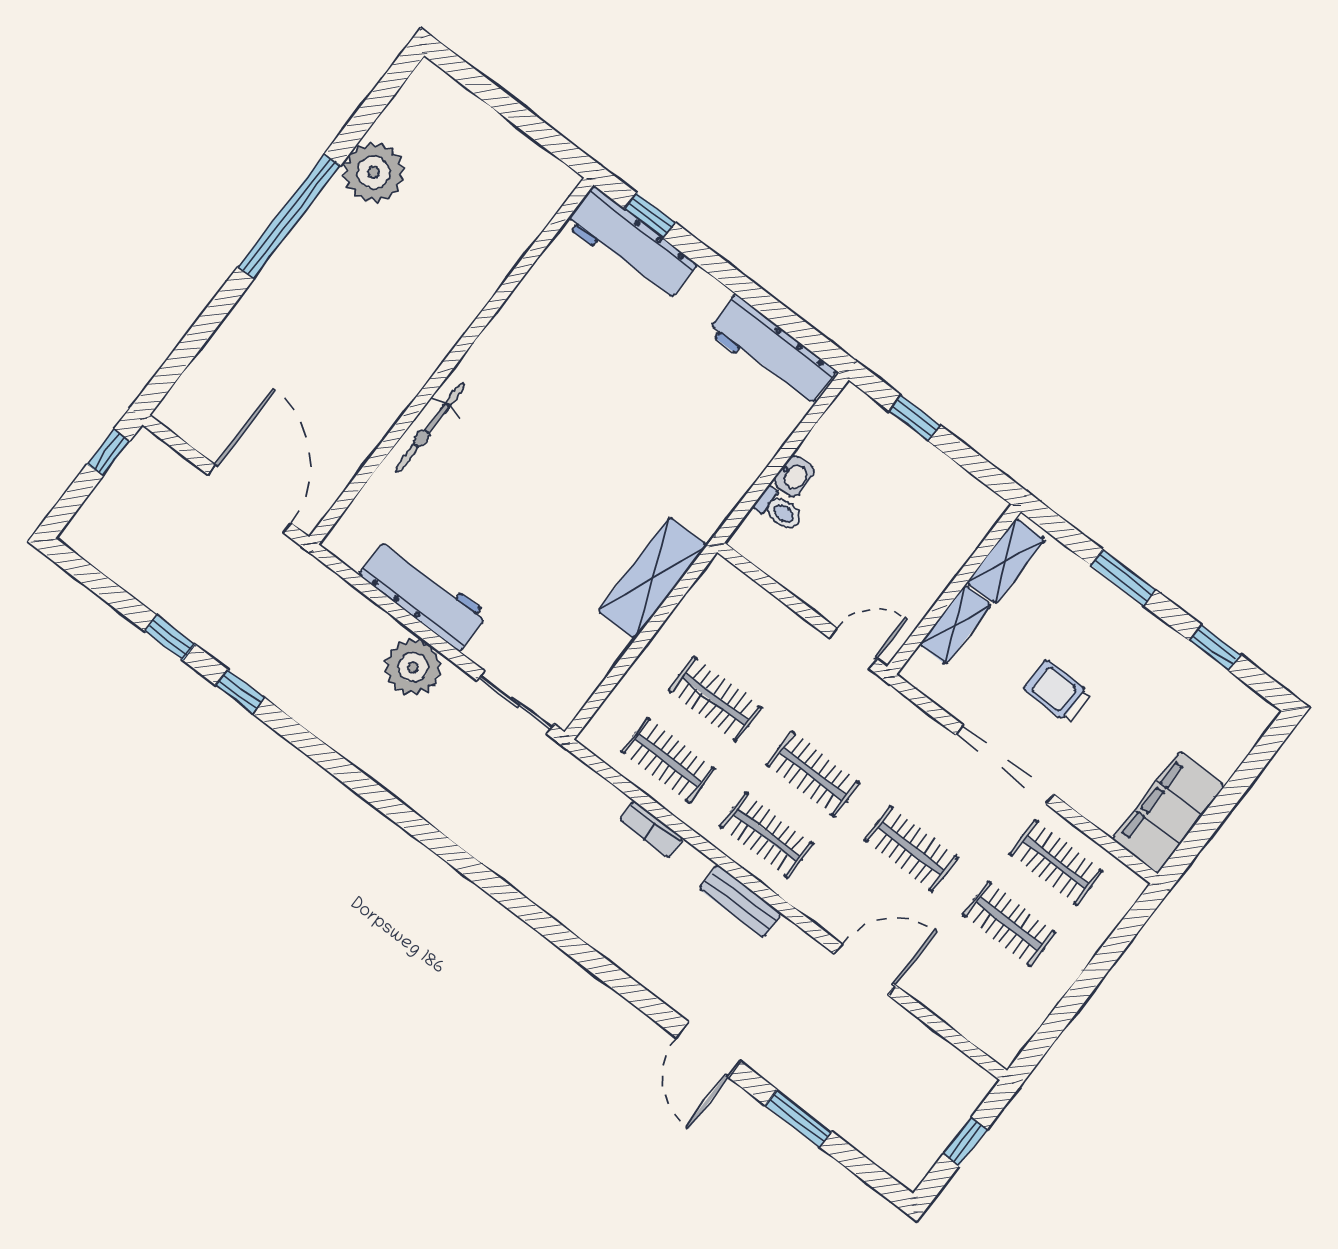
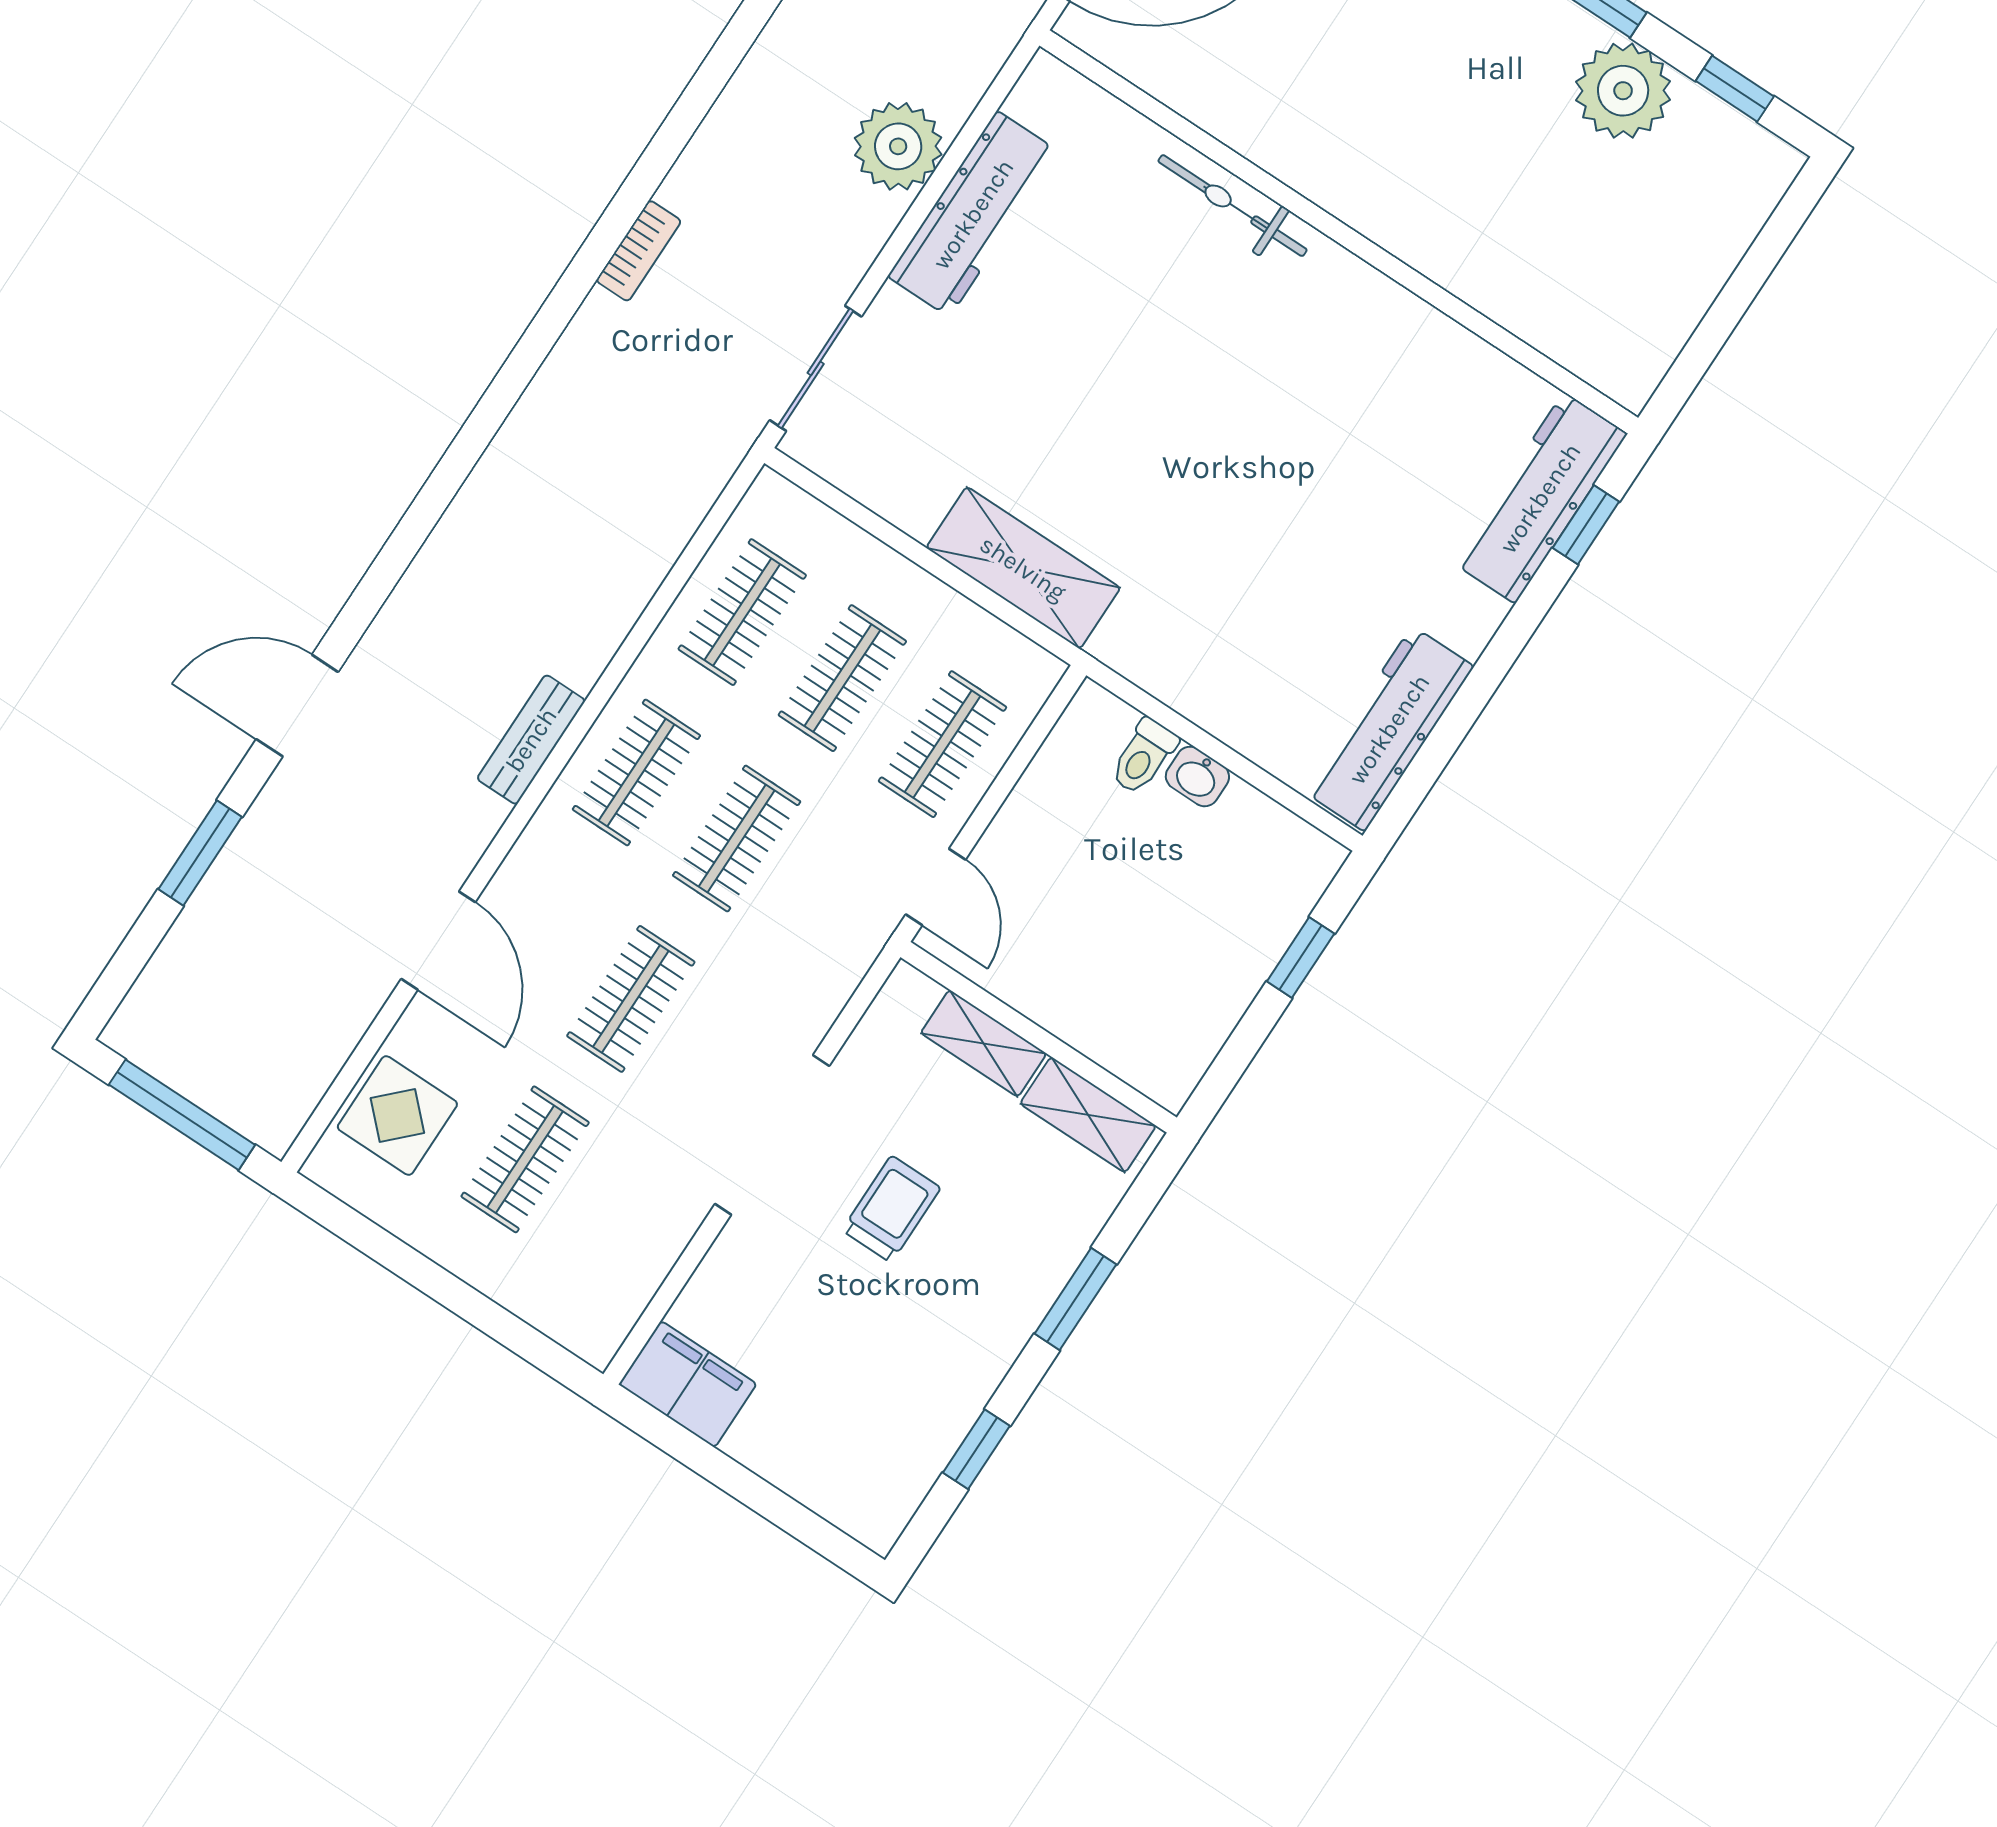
window: (377, 101) -> (1735, 89), added
plant: (413, 667) -> (898, 146), moved
filing cabinet: (1168, 812) -> (688, 1384), width x0.67, depth x0.86
bookcase: (651, 829) -> (639, 251), moved, turned 180
clothes rail: (1056, 863) -> (943, 744), moved
display table: (975, 1004) -> (397, 1116), added
window: (965, 1142) -> (182, 1115), width x2.17

